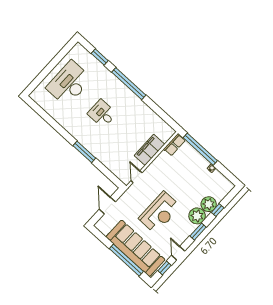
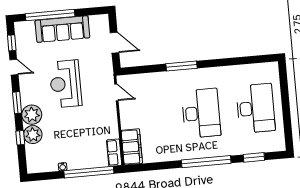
desk: (102, 114) -> (201, 113), width x1.87, depth x1.30
filing cabinet: (149, 150) -> (132, 147), moved
sofa: (135, 248) -> (62, 29), width x0.74, depth x0.79

